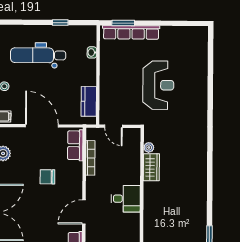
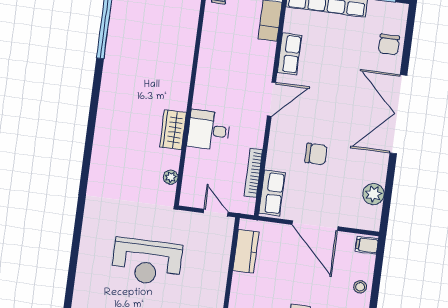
reception desk: (158, 85) -> (147, 262), turned -90
wardrobe: (151, 167) -> (173, 130), moved
desk: (126, 199) -> (209, 130), moved

